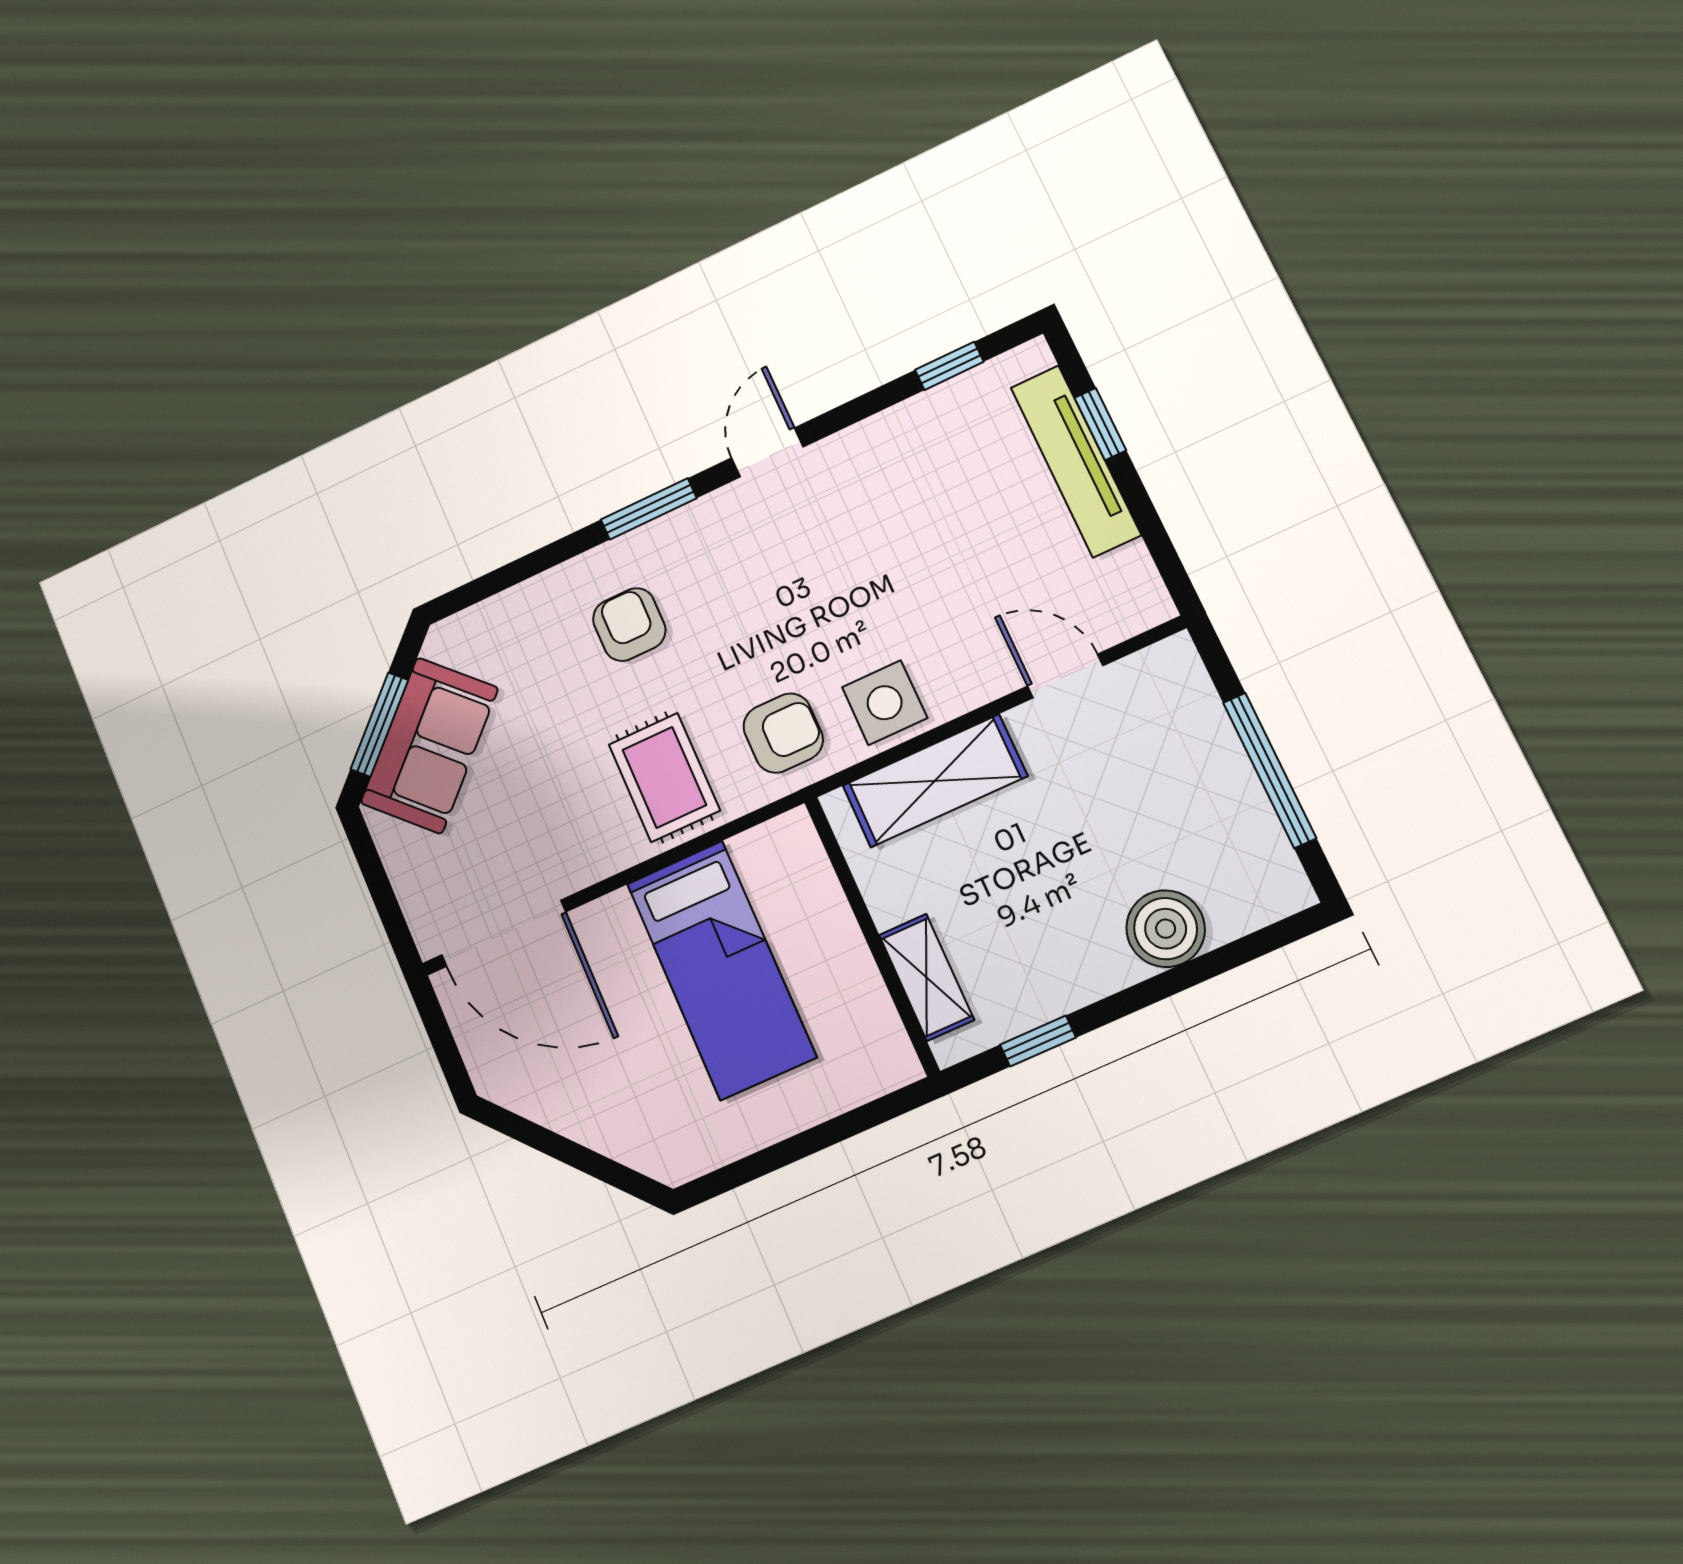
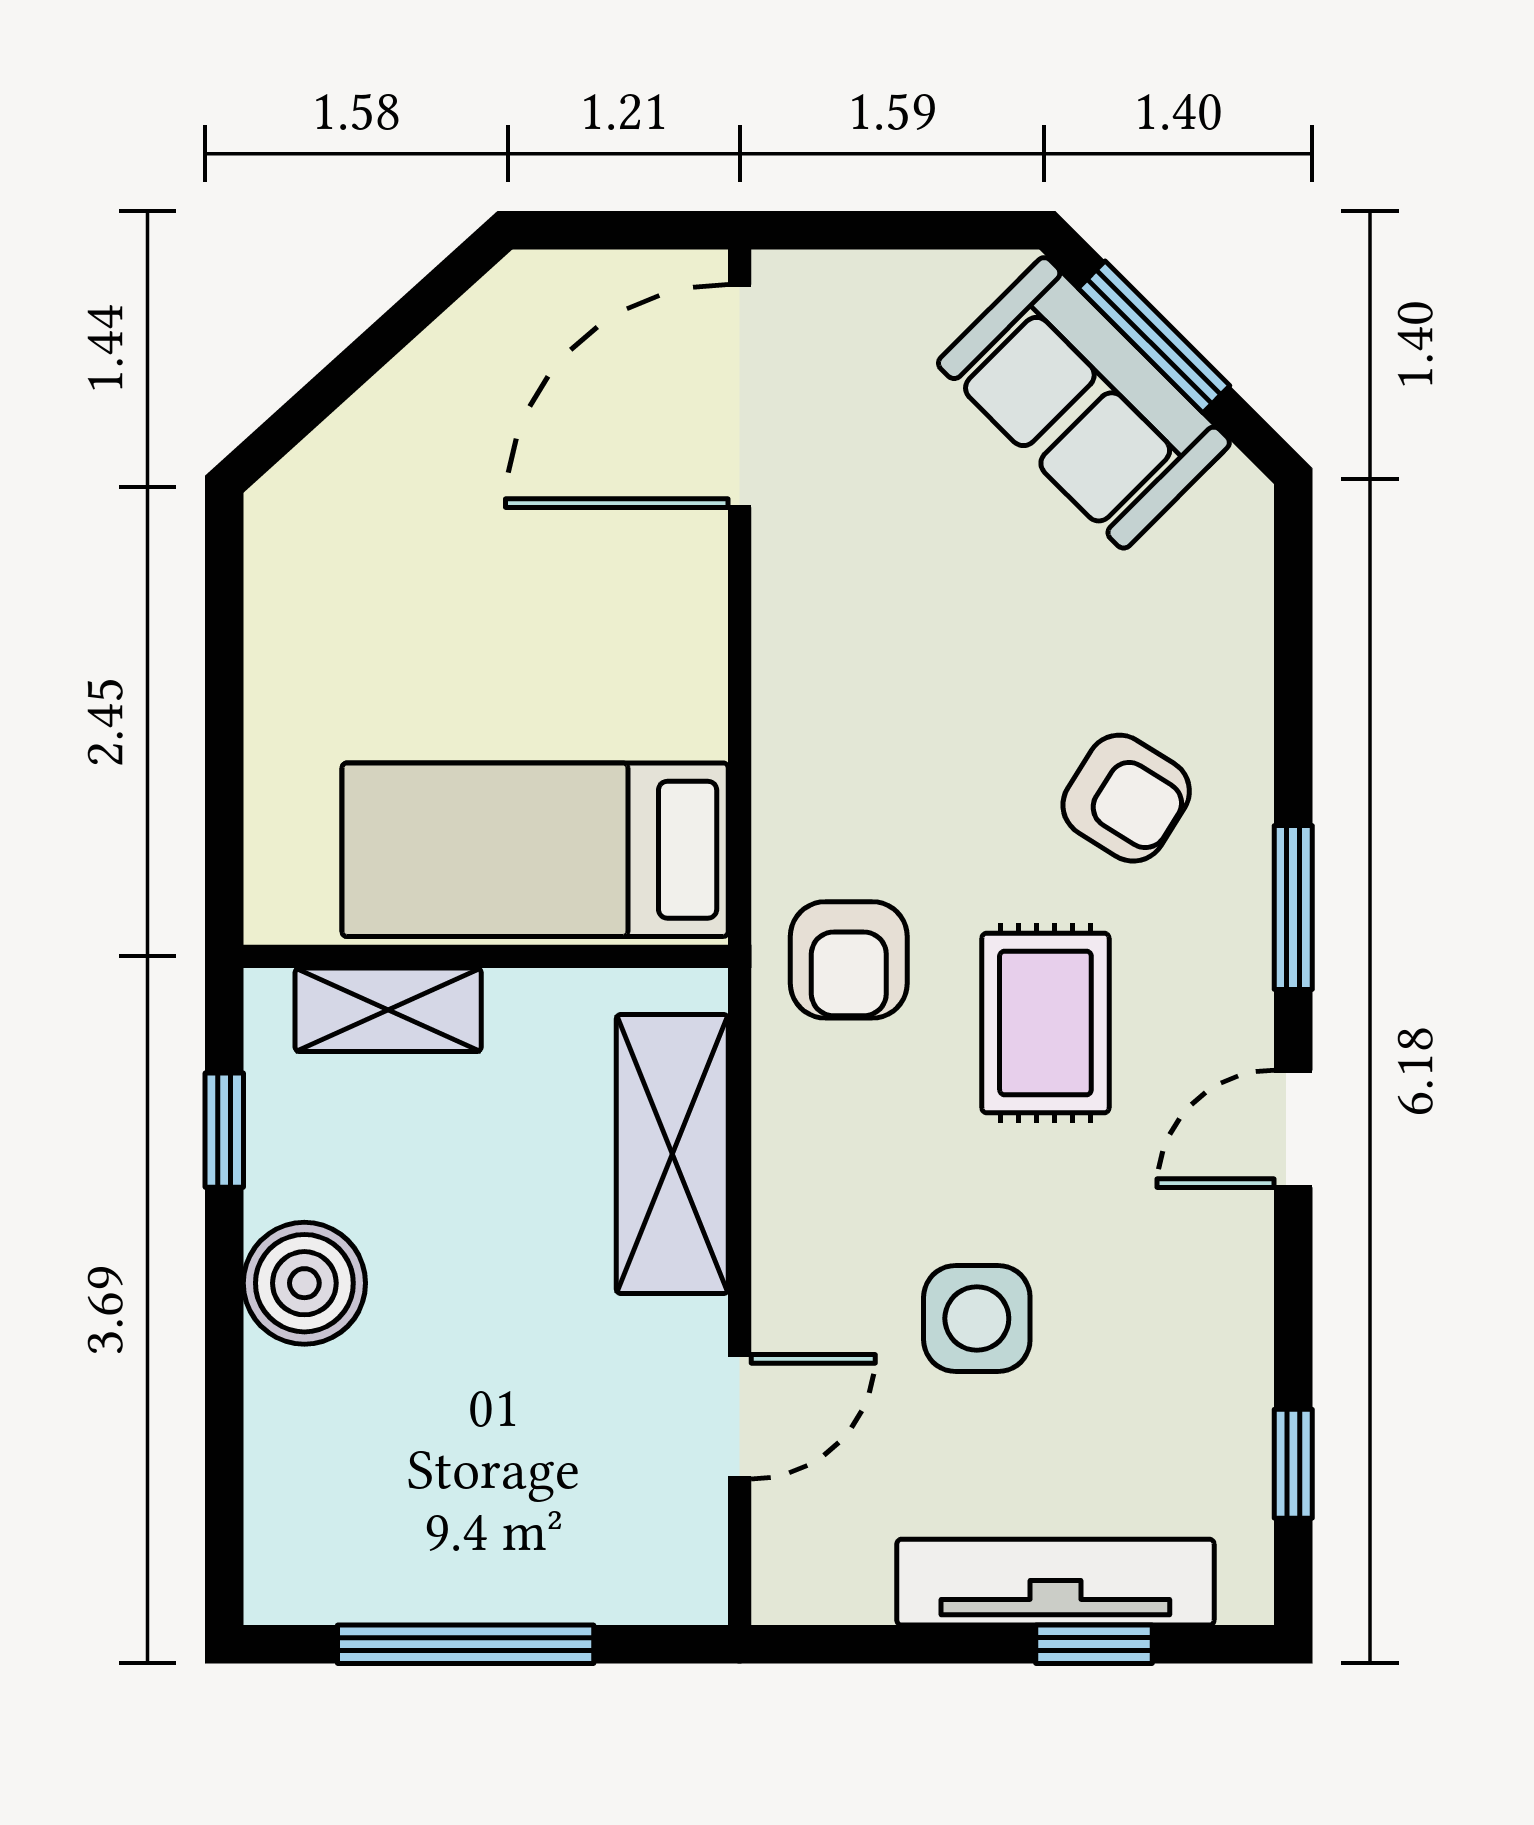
door: (767, 452) -> (1293, 1129), swing flipped
armchair: (629, 625) -> (1126, 798), turned 32
side table: (885, 703) -> (977, 1318), moved
rug: (664, 777) -> (1045, 1023), moved, turned 90
boiler: (1166, 929) -> (304, 1283), moved
bed: (721, 970) -> (535, 850), moved

